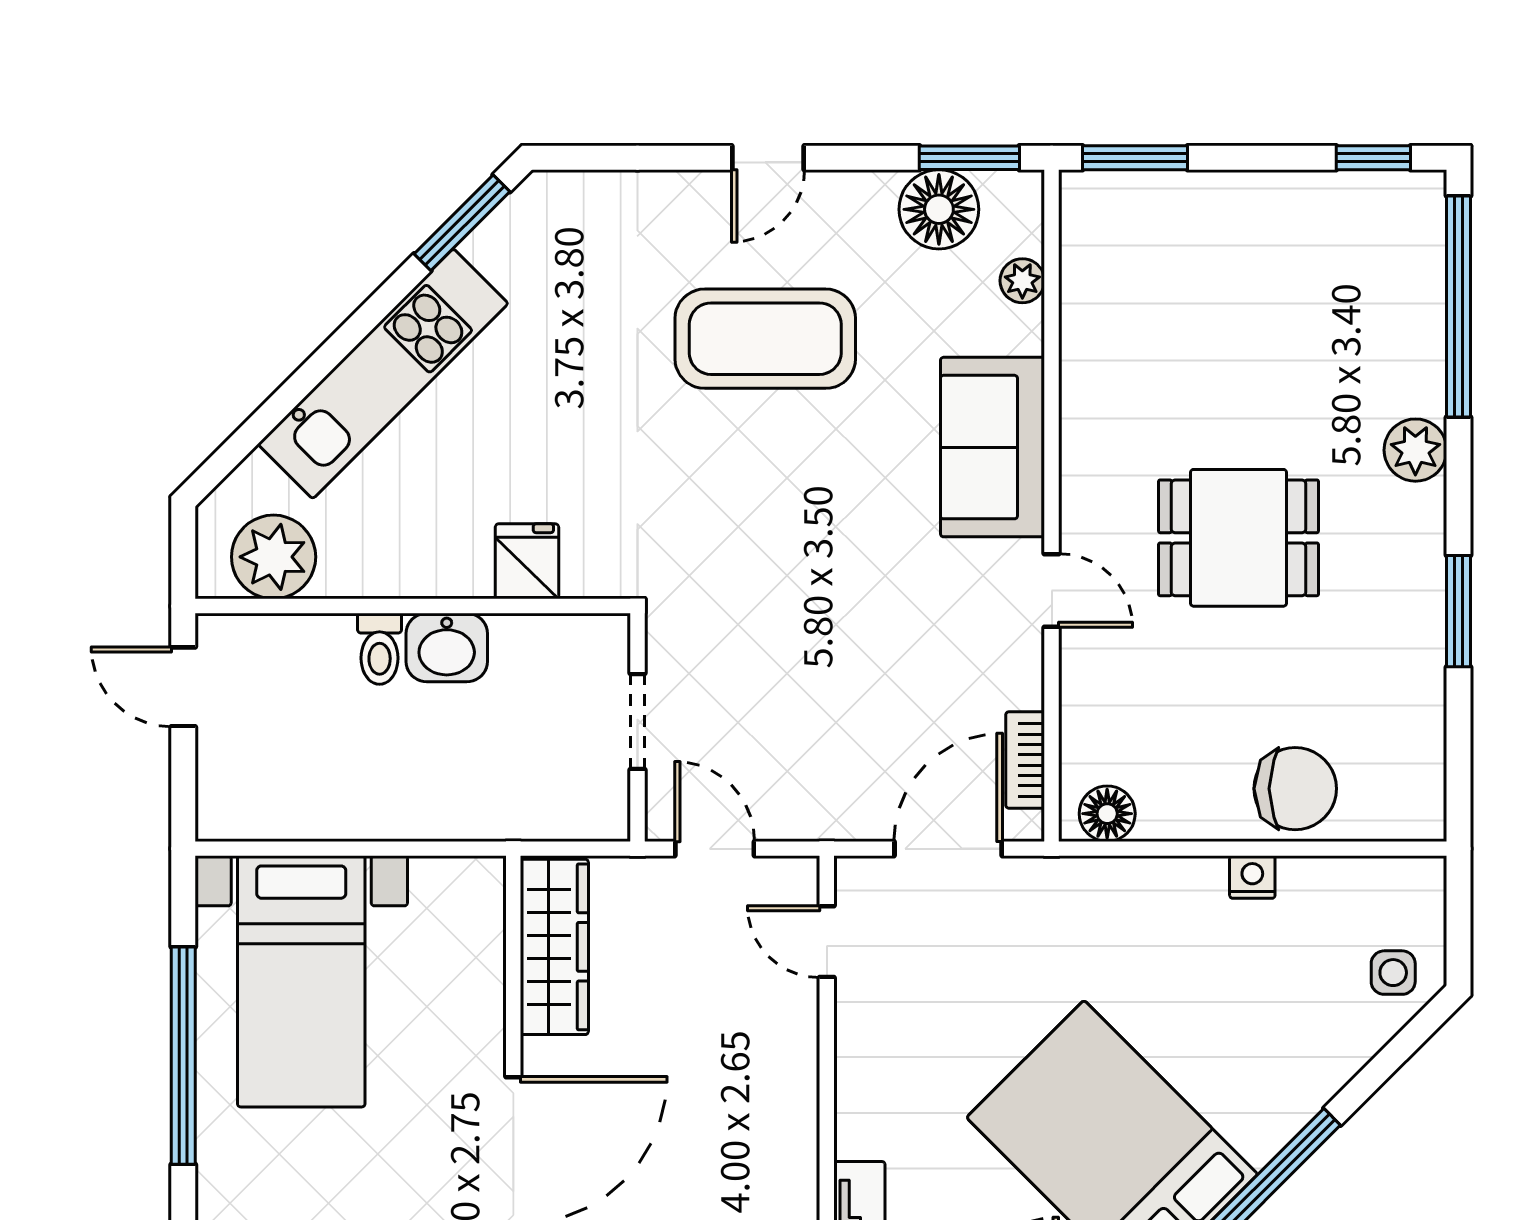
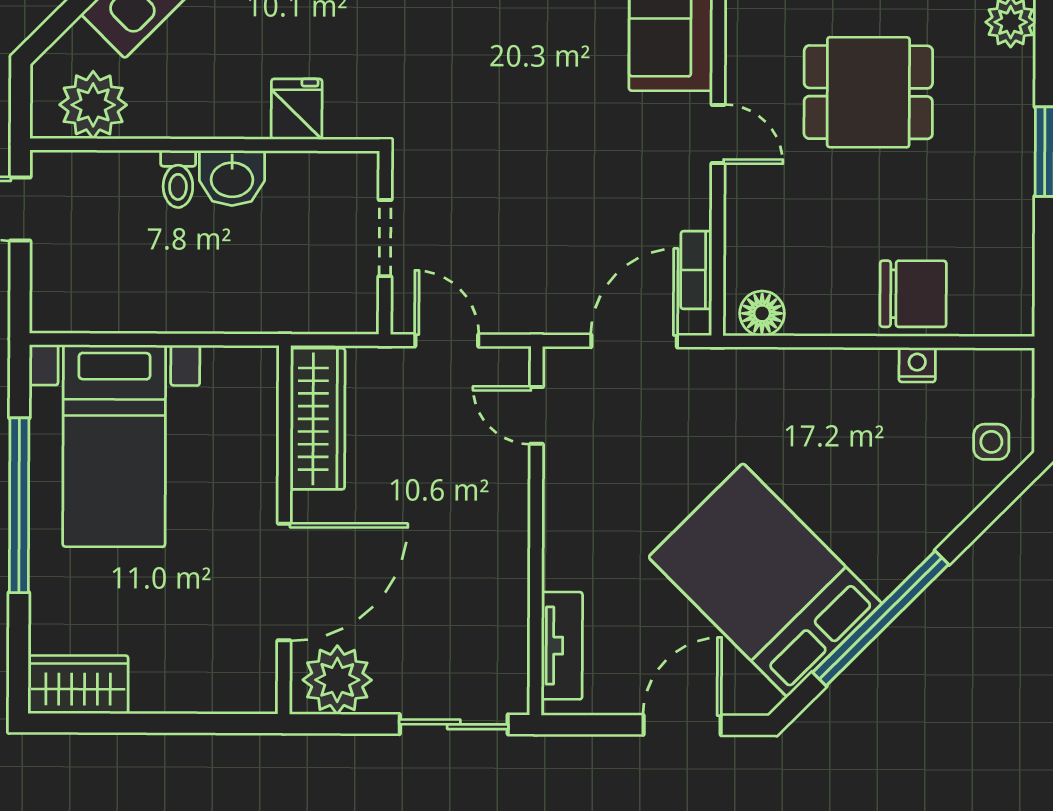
nightstand: (1252, 877) -> (917, 365), moved

